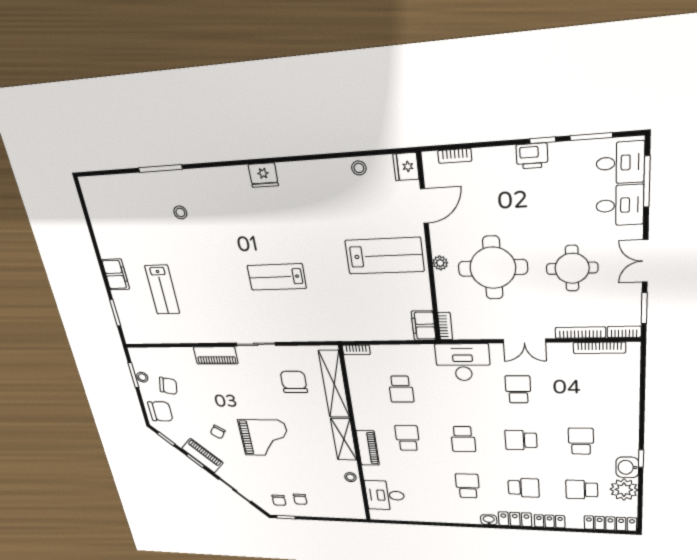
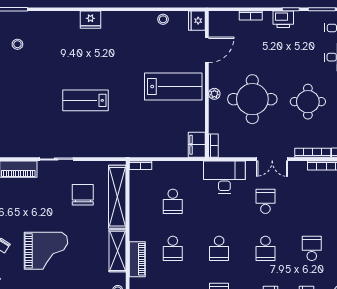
bookcase: (455, 156) -> (251, 16), moved
school desk: (407, 438) -> (173, 248), turned 180
school desk: (521, 440) -> (265, 248), turned -90

